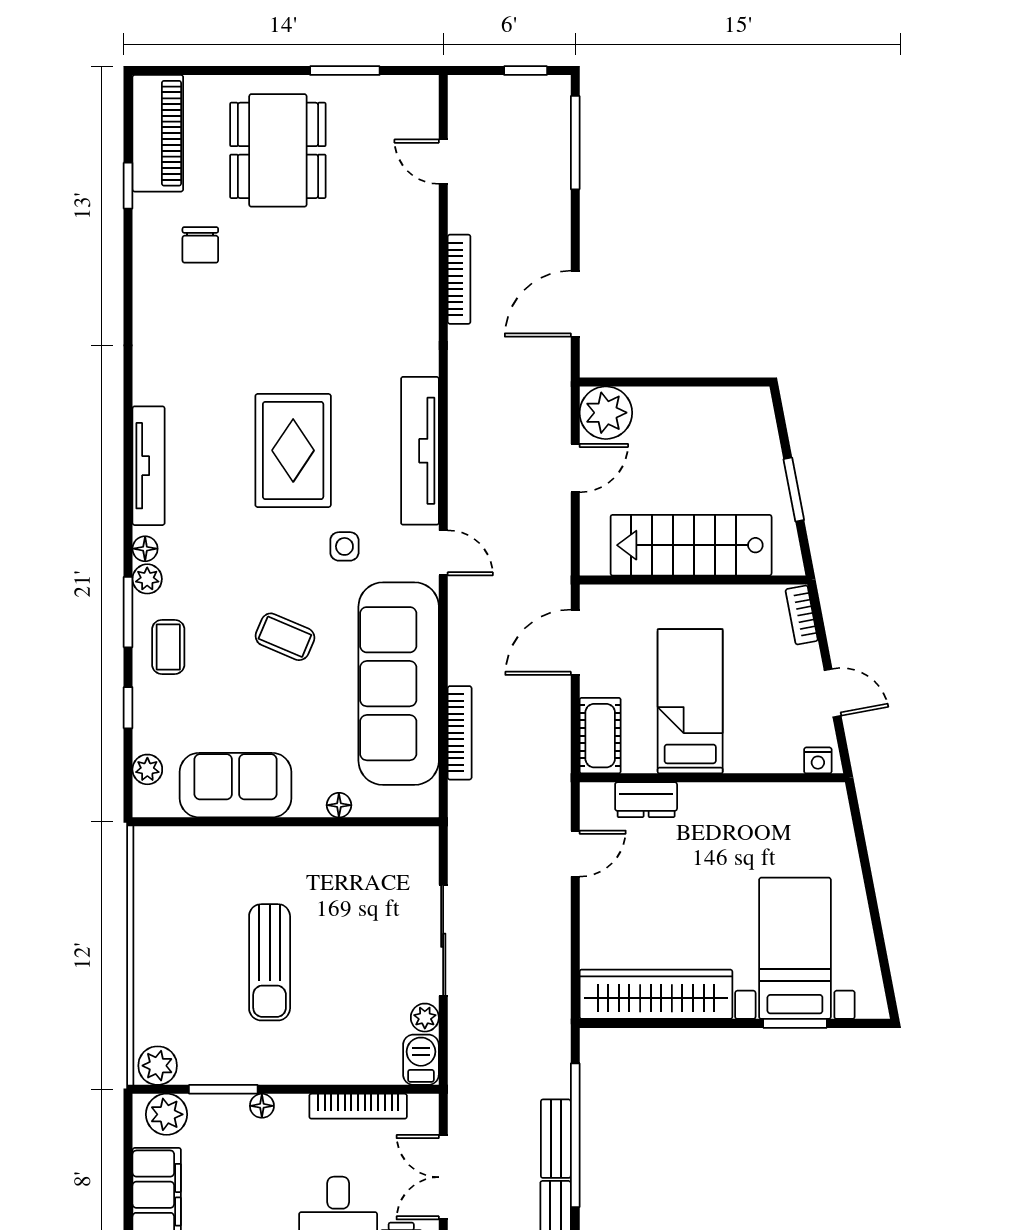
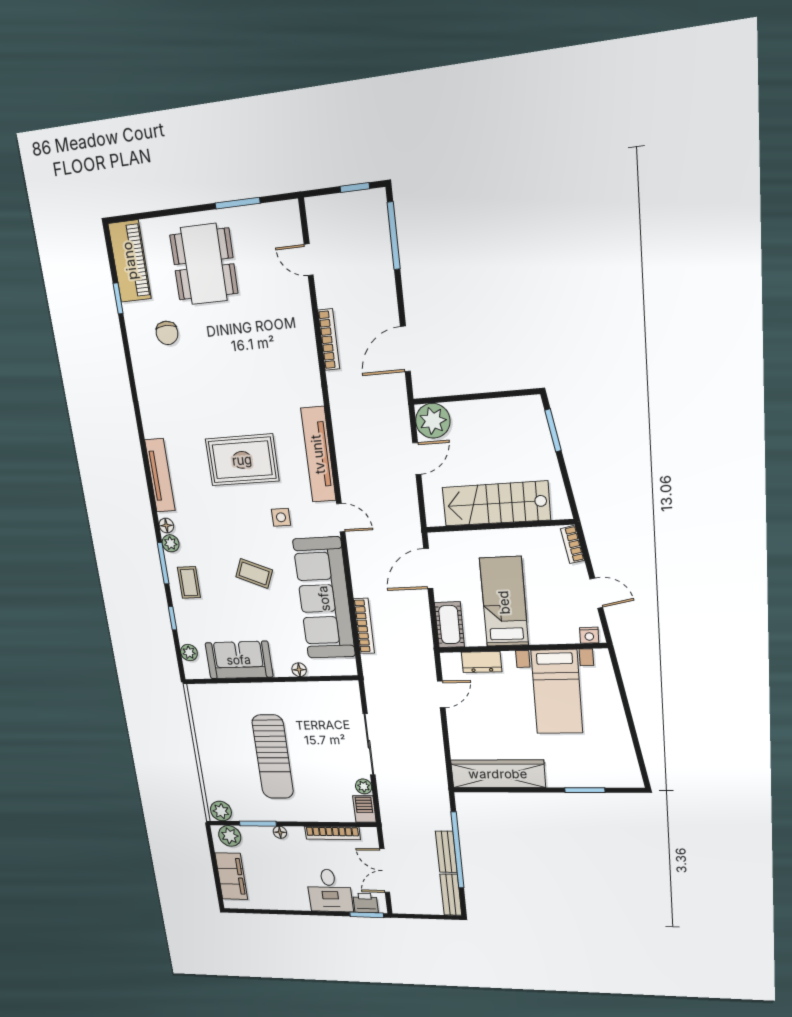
rug: (293, 450) -> (242, 460), turned 90
window: (794, 490) -> (553, 430), moved
bed with nightstands: (795, 948) -> (557, 692), moved, turned 180
sun lounger: (270, 962) -> (273, 757), width x1.36, depth x1.34

